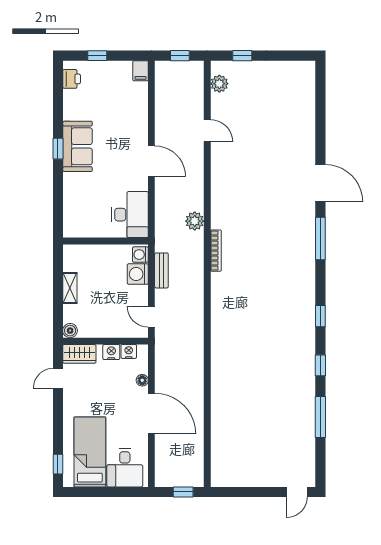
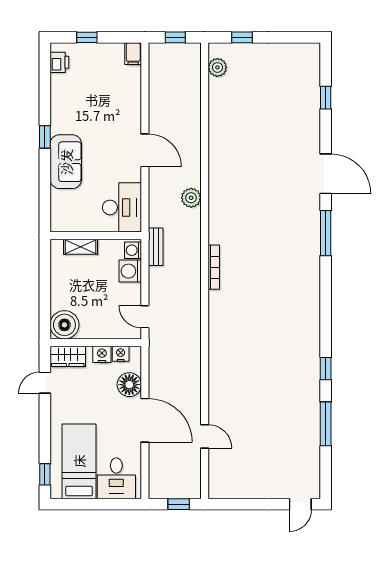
door: (207, 131) -> (205, 436), moved
sofa: (78, 146) -> (66, 162), moved
plant: (195, 221) -> (191, 198), moved
bookcase: (216, 251) -> (214, 267), moved
bench: (161, 270) -> (156, 247), moved
shelving: (70, 288) -> (80, 247), moved, turned 90
window: (320, 316) -> (326, 98), moved
boiler: (70, 331) -> (64, 325), width x1.86, depth x1.86
floor lamp: (142, 380) -> (129, 385), width x1.89, depth x1.89

